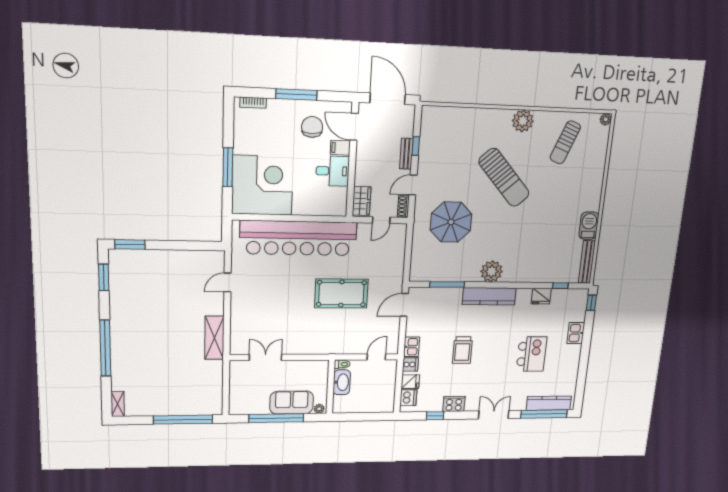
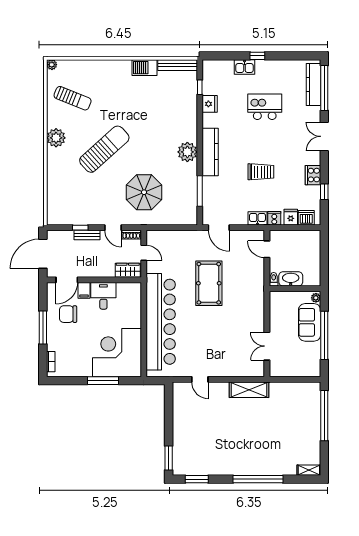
window: (591, 303) -> (257, 56), moved

